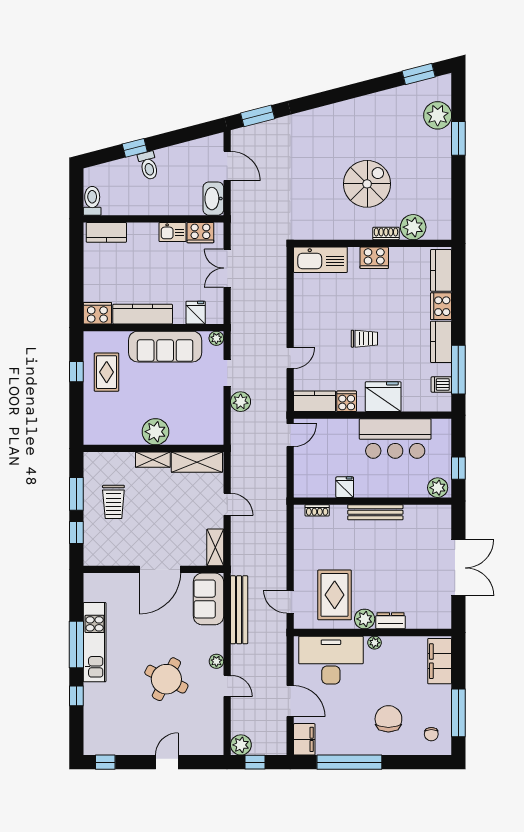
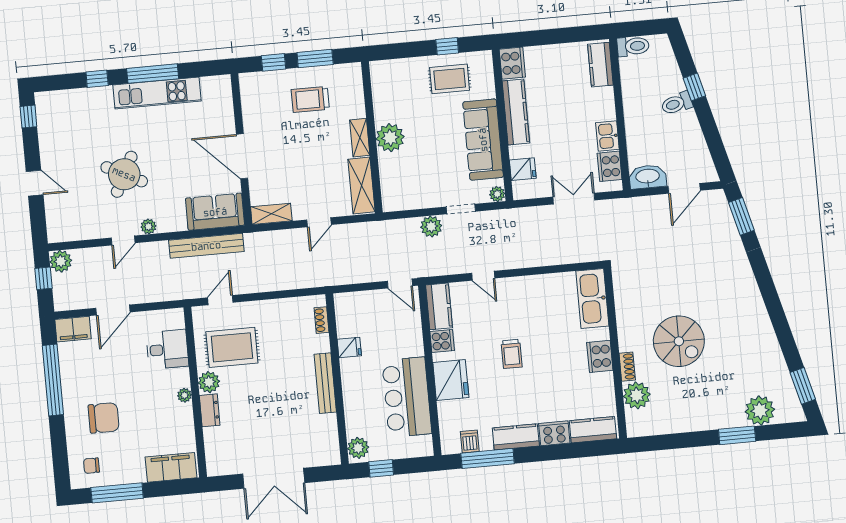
desk: (331, 660) -> (167, 349), width x0.53, depth x0.77

